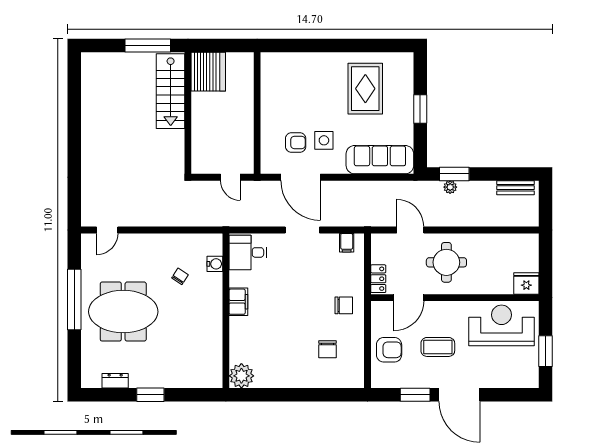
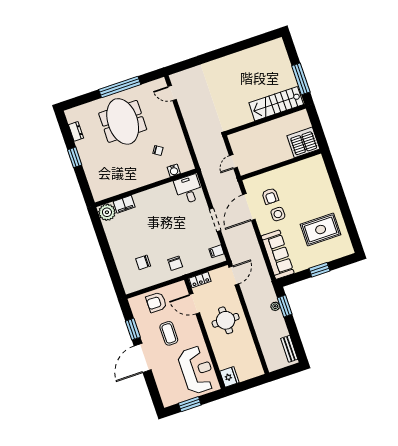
server rack: (208, 72) -> (303, 142), moved, turned 180
door: (410, 230) -> (234, 276), moved
filing cabinet: (238, 302) -> (124, 204), moved
armchair: (389, 350) -> (156, 302), turned 90

